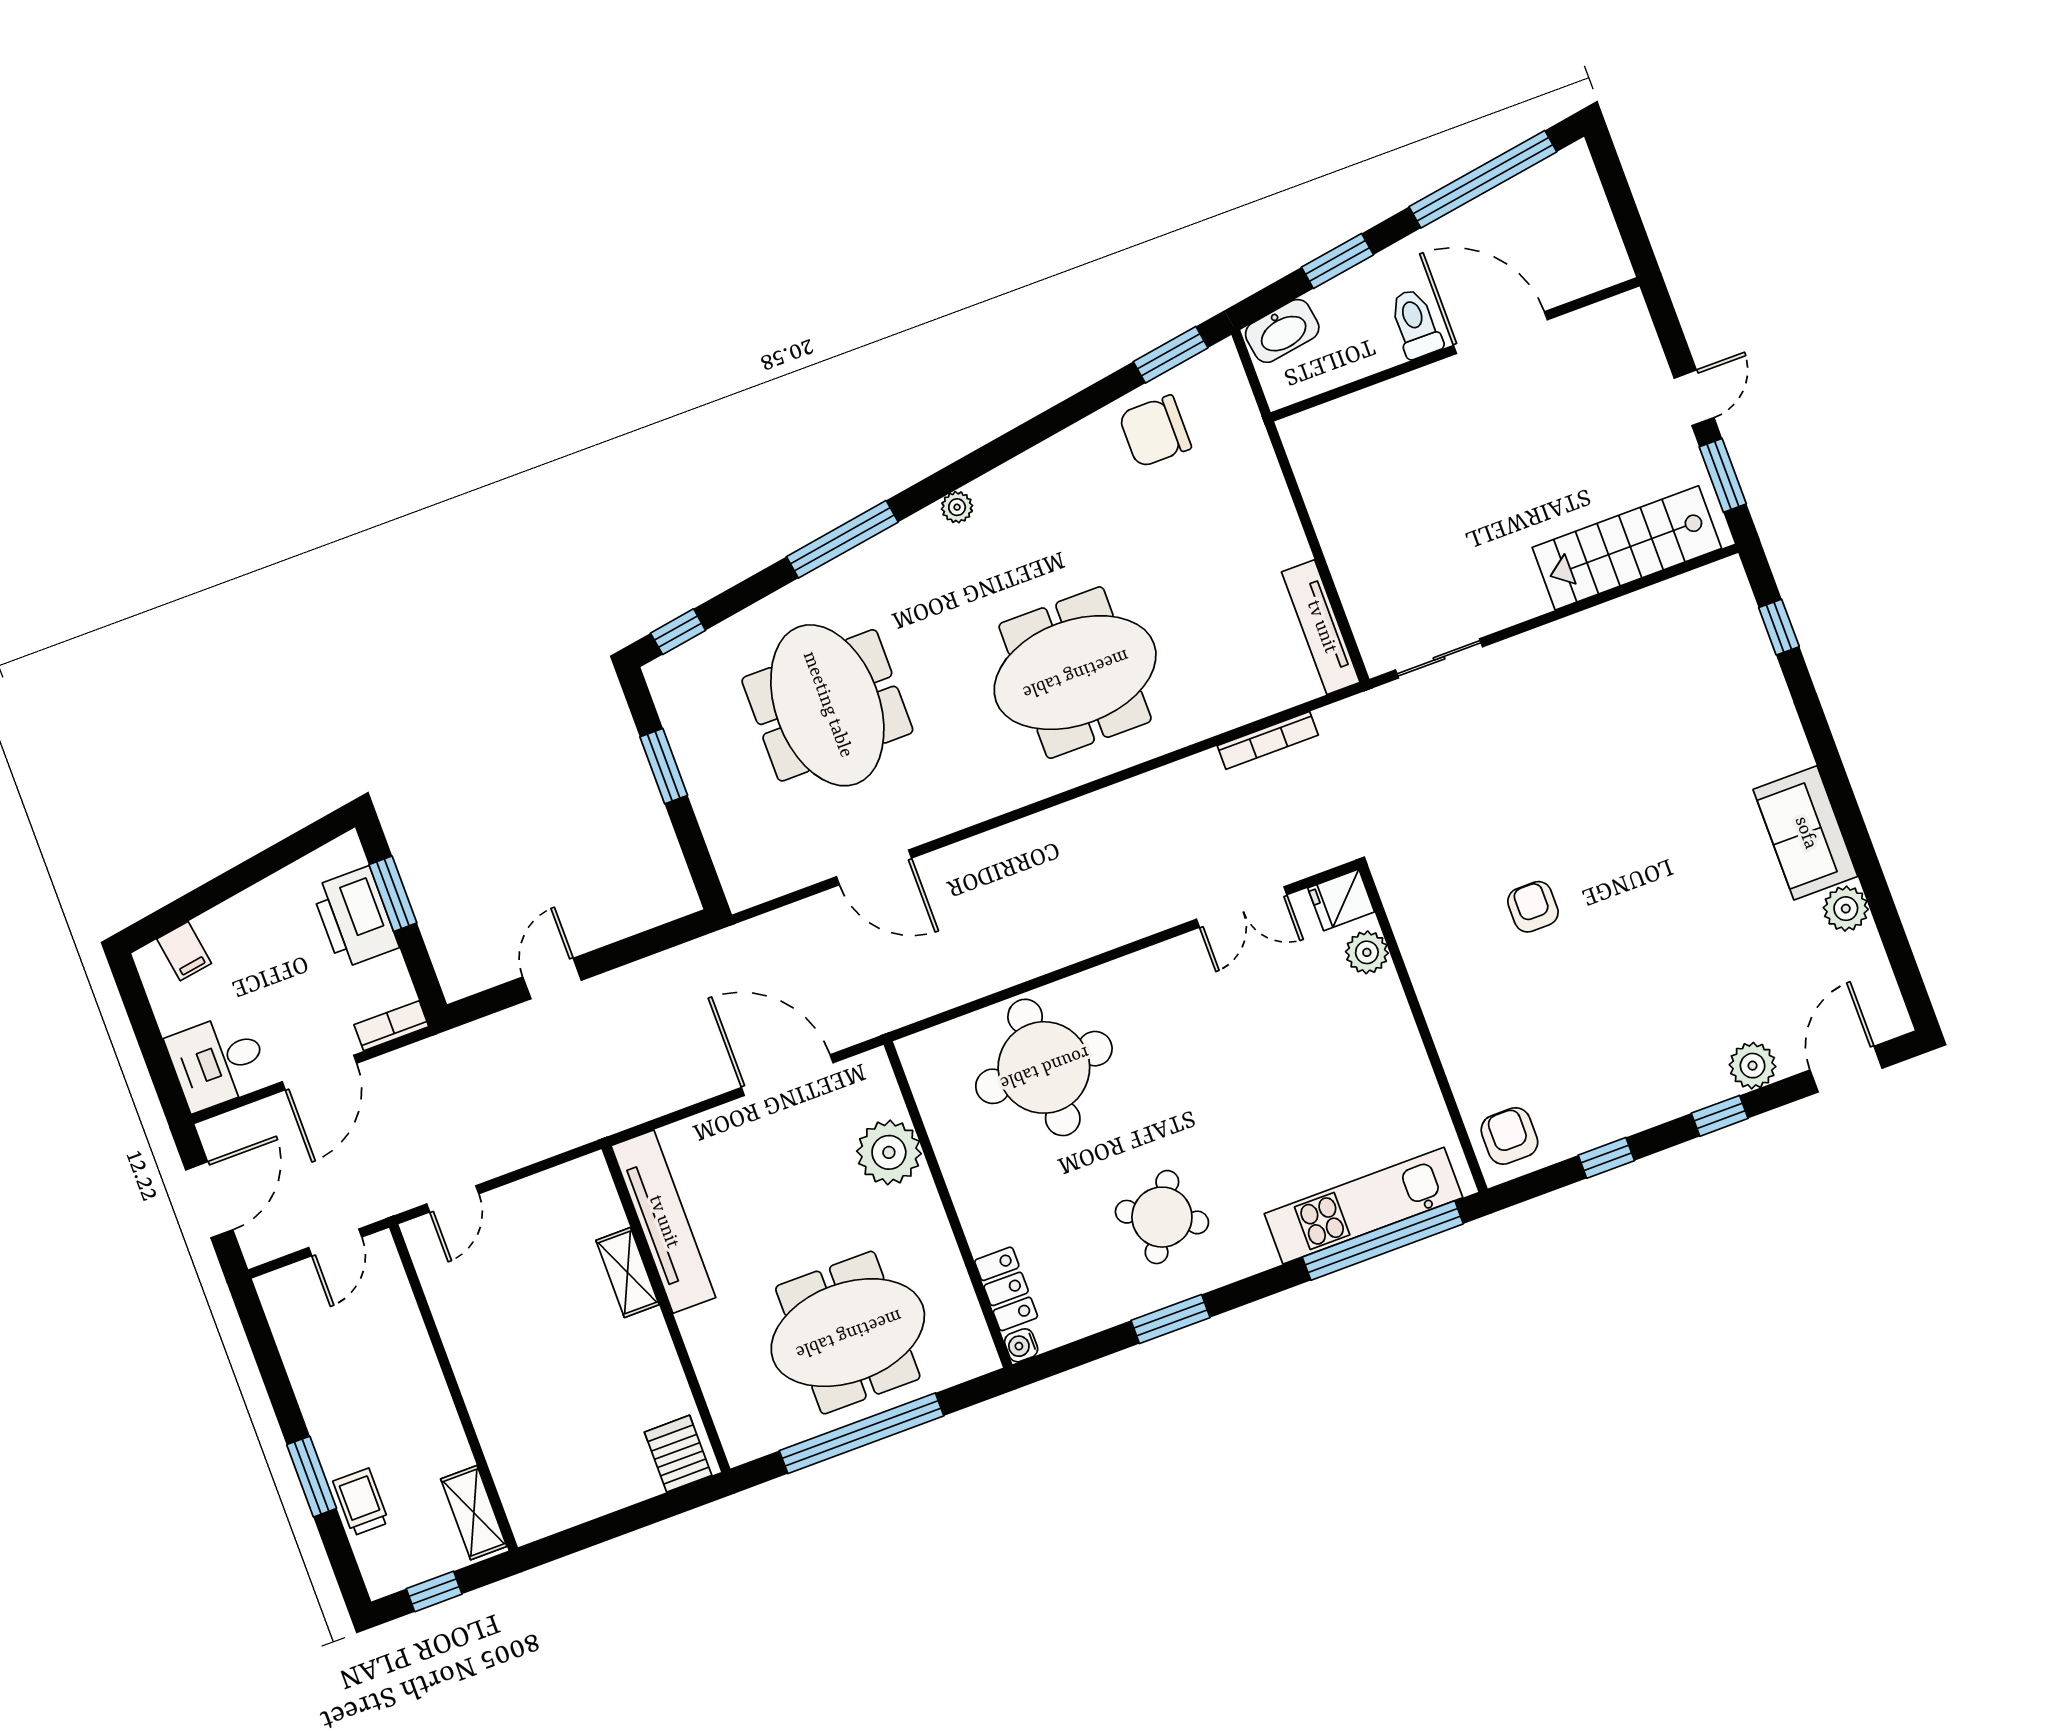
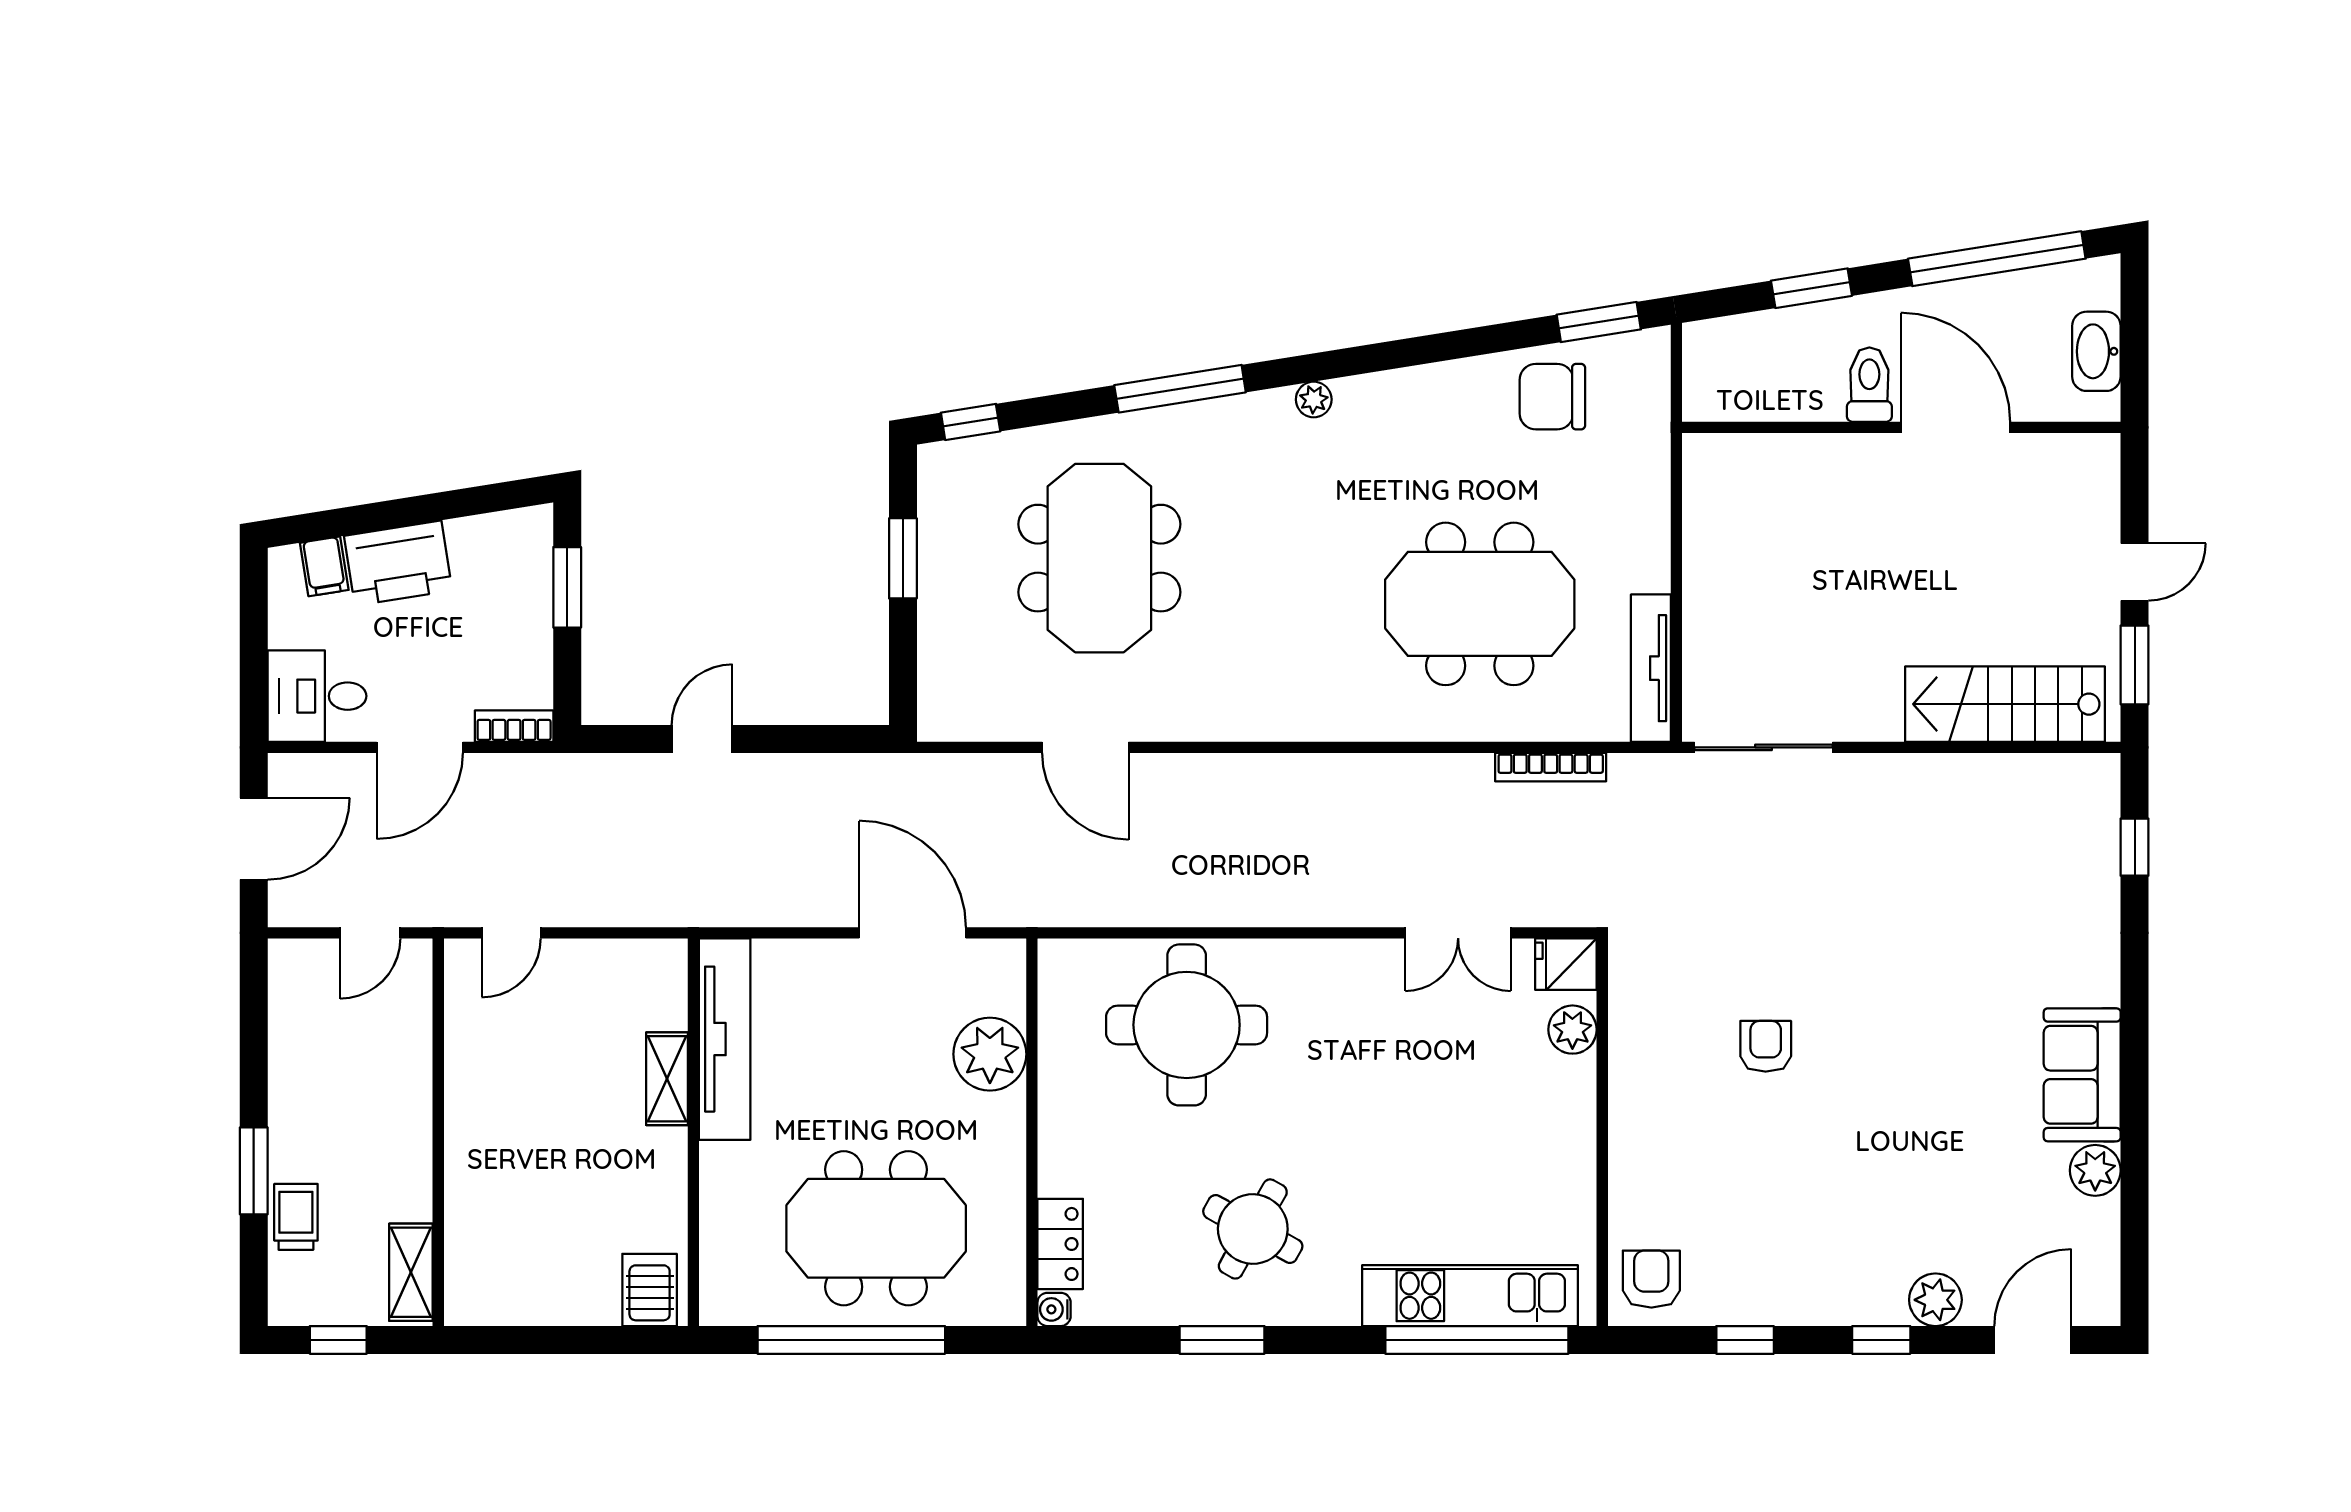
washbasin: (1282, 331) -> (2096, 351), moved, turned 99
sliding door: (1439, 658) -> (1764, 747), width x1.37
meeting table: (1075, 673) -> (1480, 604), moved
printer: (355, 918) -> (398, 563), moved, turned -99

